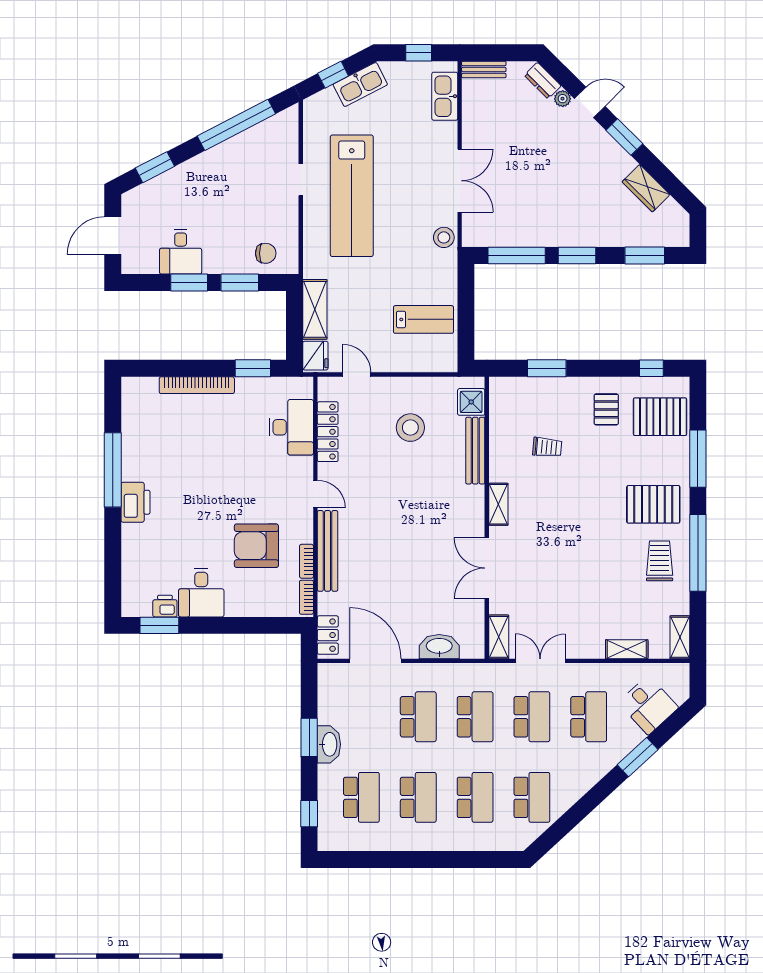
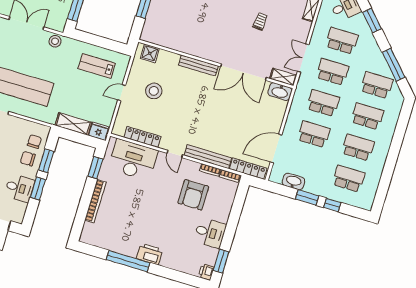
chair: (234, 251) -> (28, 159), added
lab bench: (423, 319) -> (97, 66), turned -90
door: (357, 375) -> (122, 93), moved
desk: (291, 427) -> (133, 160), width x1.36, depth x1.30
trolley: (547, 447) -> (260, 21), moved
bench: (475, 451) -> (198, 65), moved
door: (315, 494) -> (175, 154), swing flipped
shelving: (498, 504) -> (210, 55), removed
double door: (487, 568) -> (243, 72), width x1.36
printer: (165, 606) -> (206, 272), moved
locker: (328, 635) -> (248, 169), width x1.53
washbasin: (439, 647) -> (280, 92), moved, turned -90
washbasin: (329, 744) -> (294, 182), moved
window: (309, 814) -> (332, 205), moved
window: (575, 815) -> (394, 65), added

